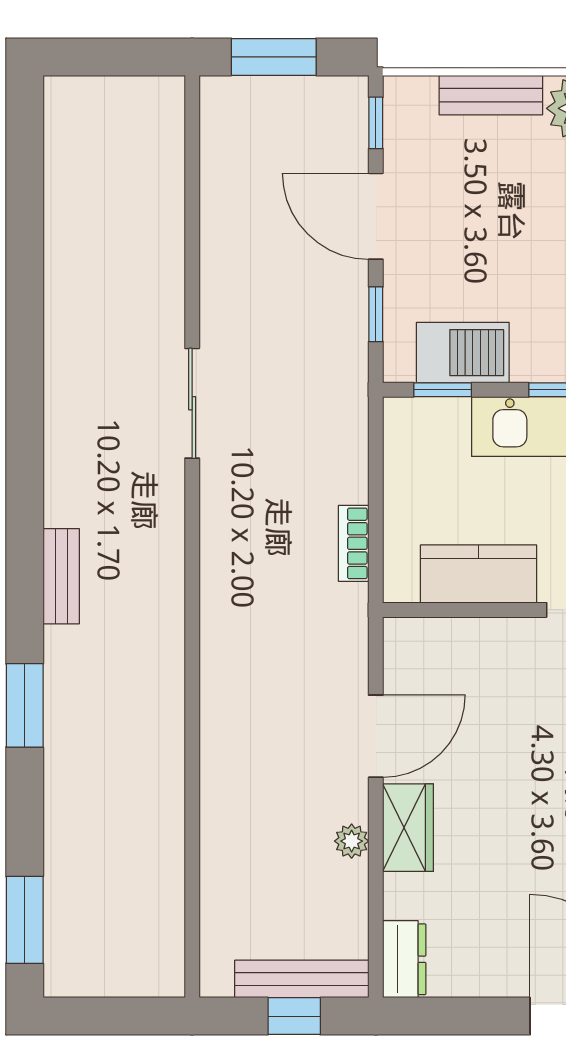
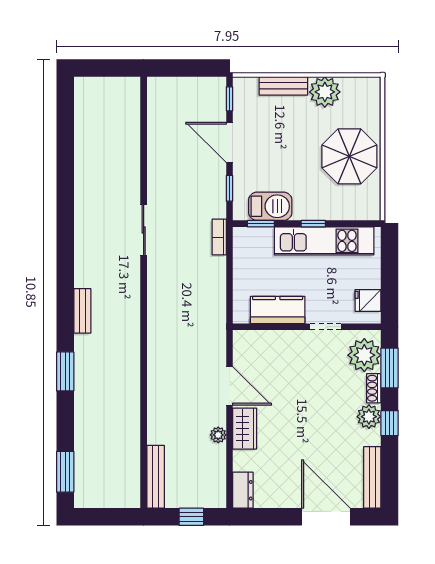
window: (274, 57) -> (182, 68), removed
bookcase: (354, 543) -> (219, 237), moved
door: (376, 736) -> (230, 386), hinge flipped
bench: (302, 979) -> (156, 477), moved, turned 90

